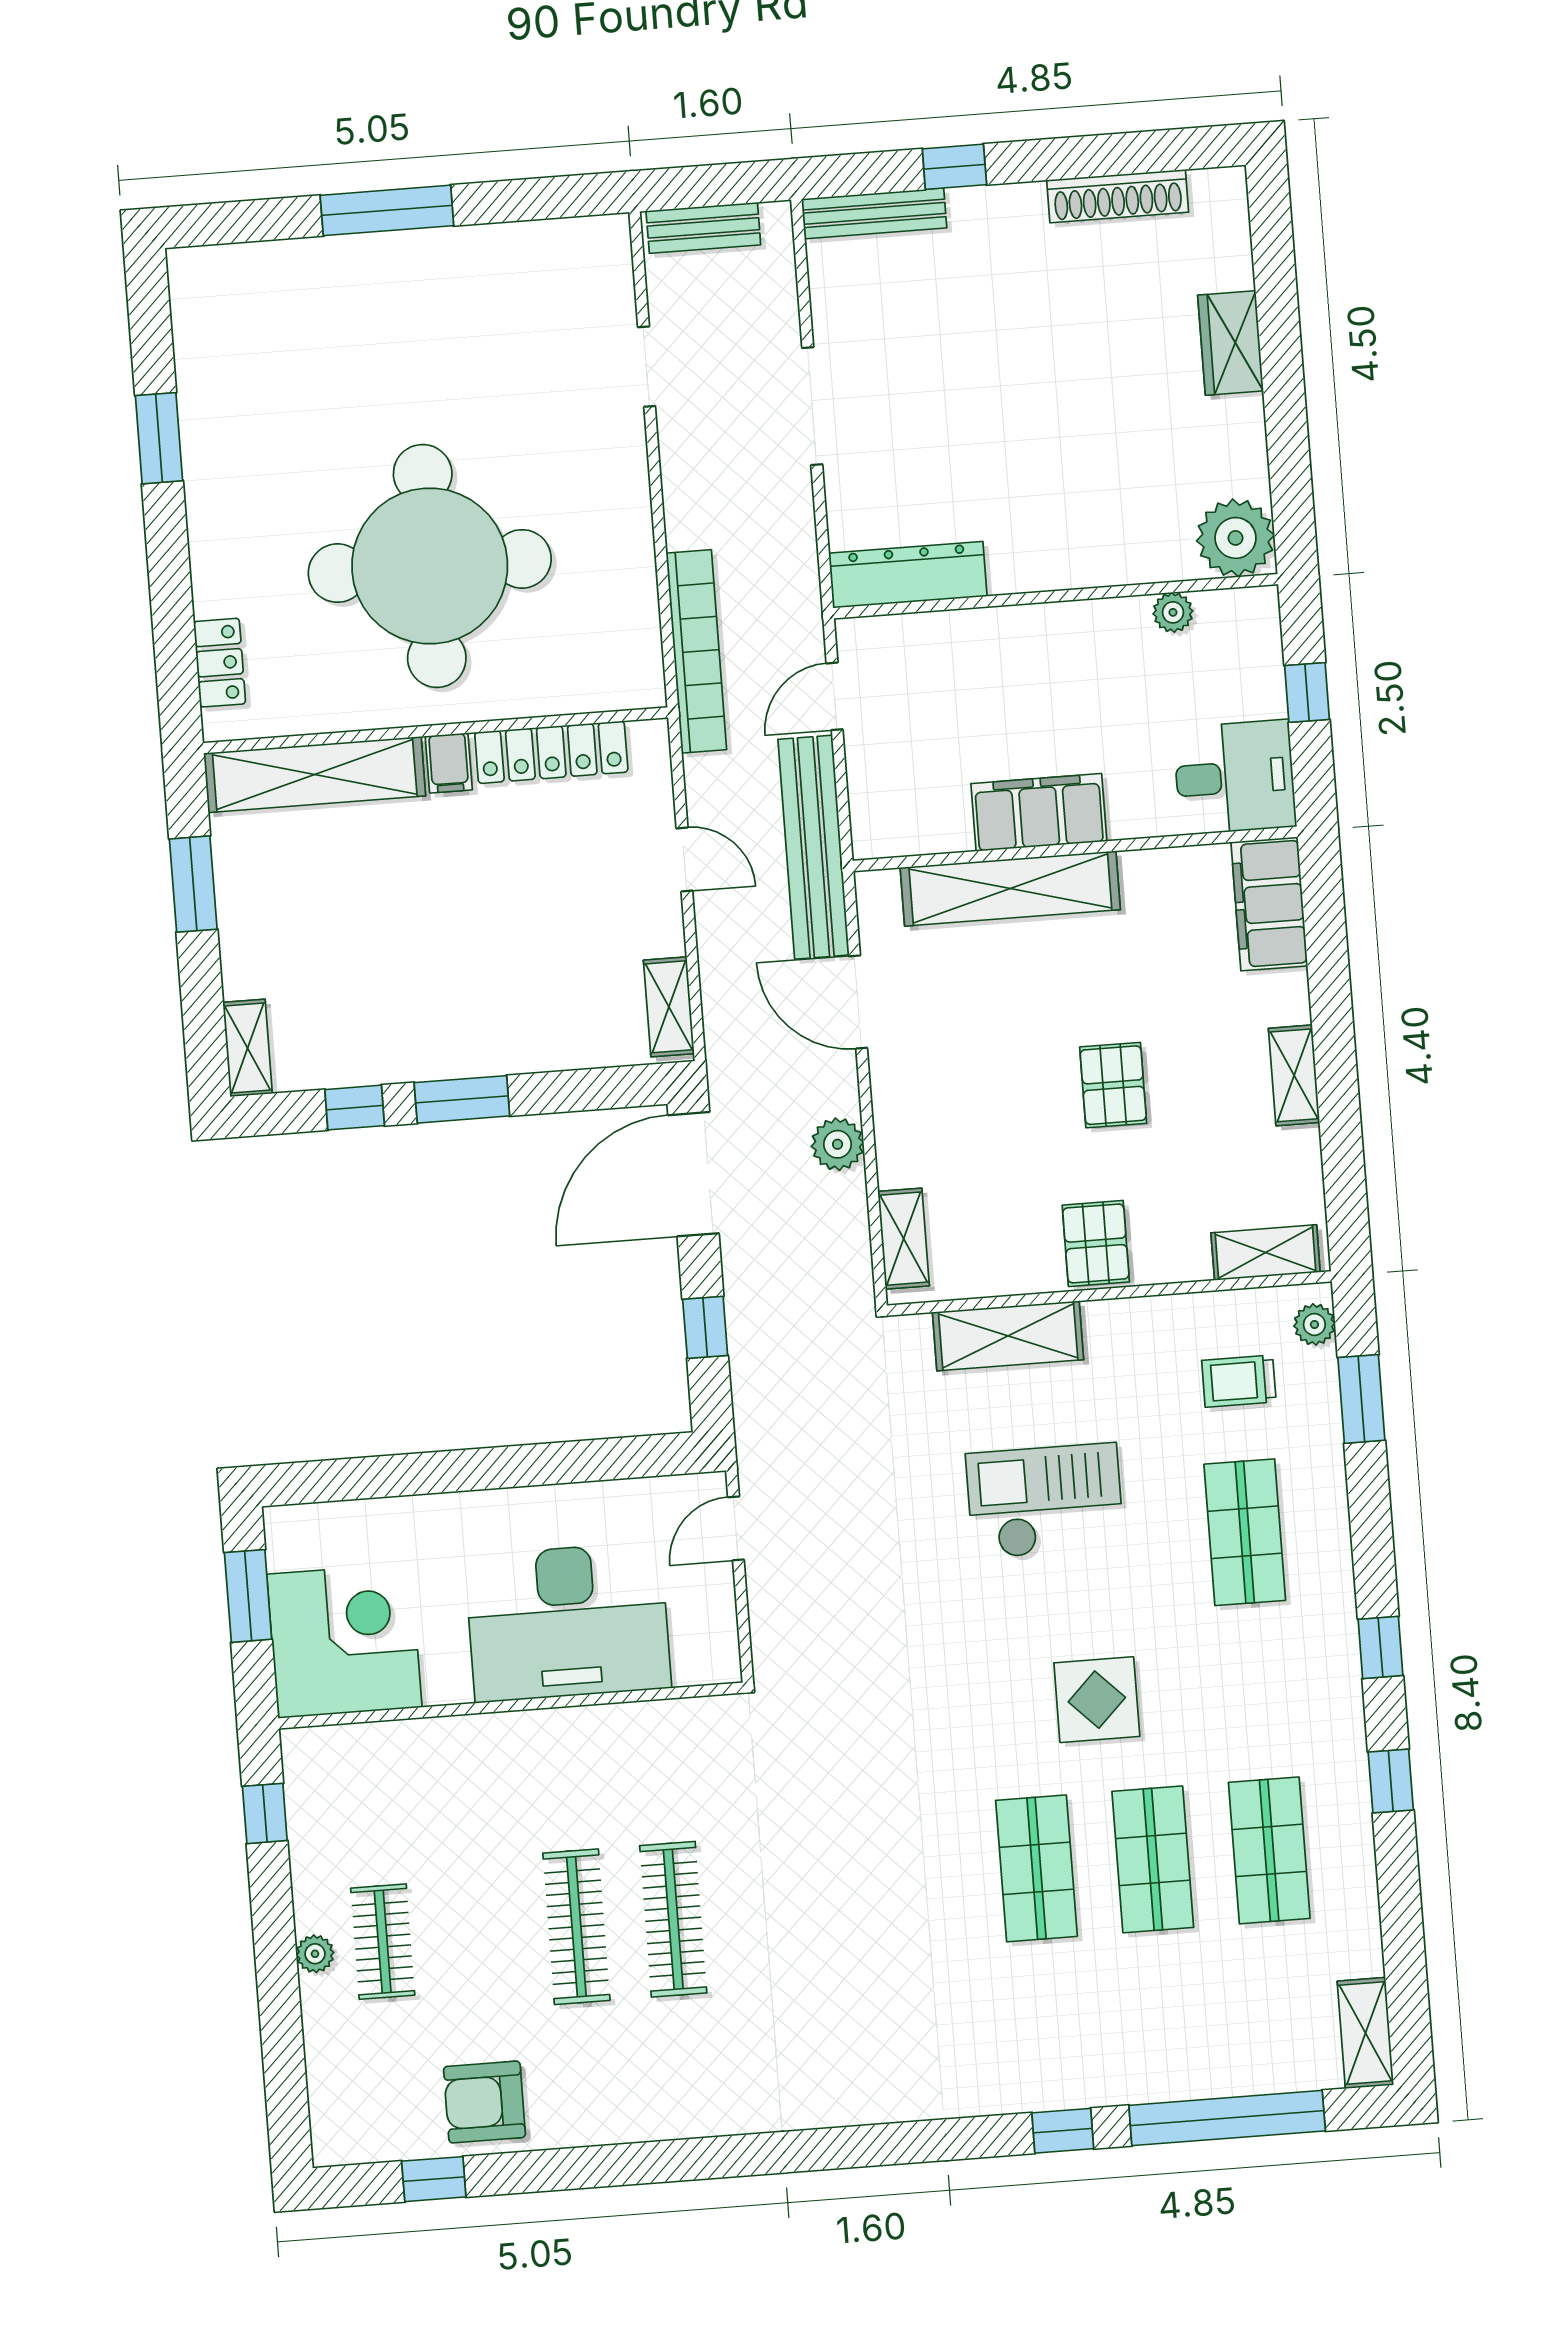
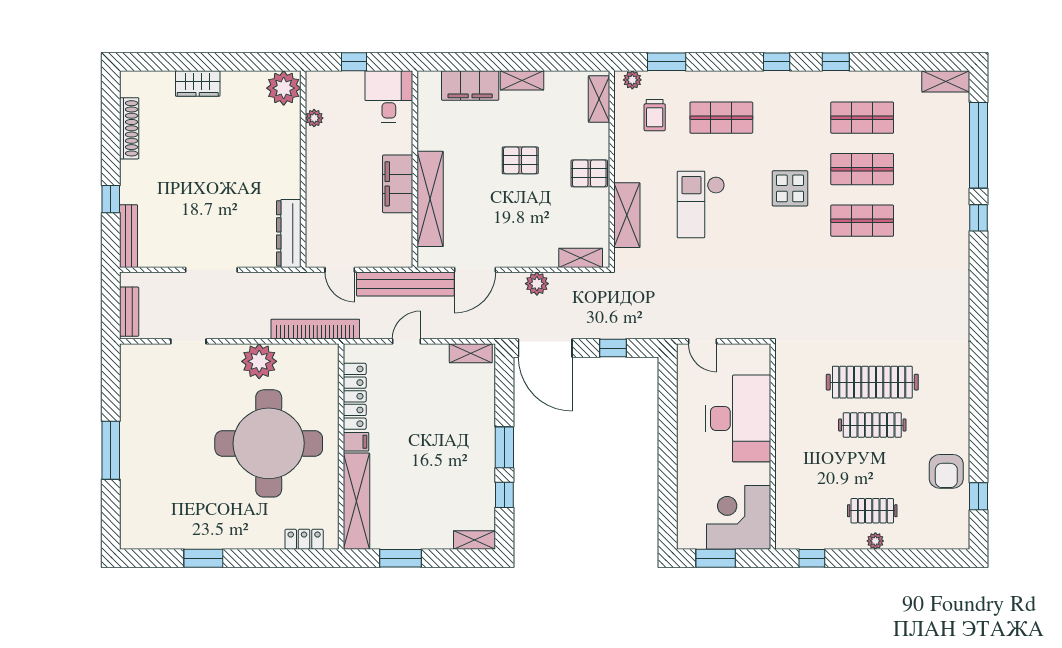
plant: (614, 530) -> (259, 361), added
filing cabinet: (1269, 904) -> (470, 86), moved
clothes rail: (673, 1919) -> (872, 382), width x1.37, depth x1.31

